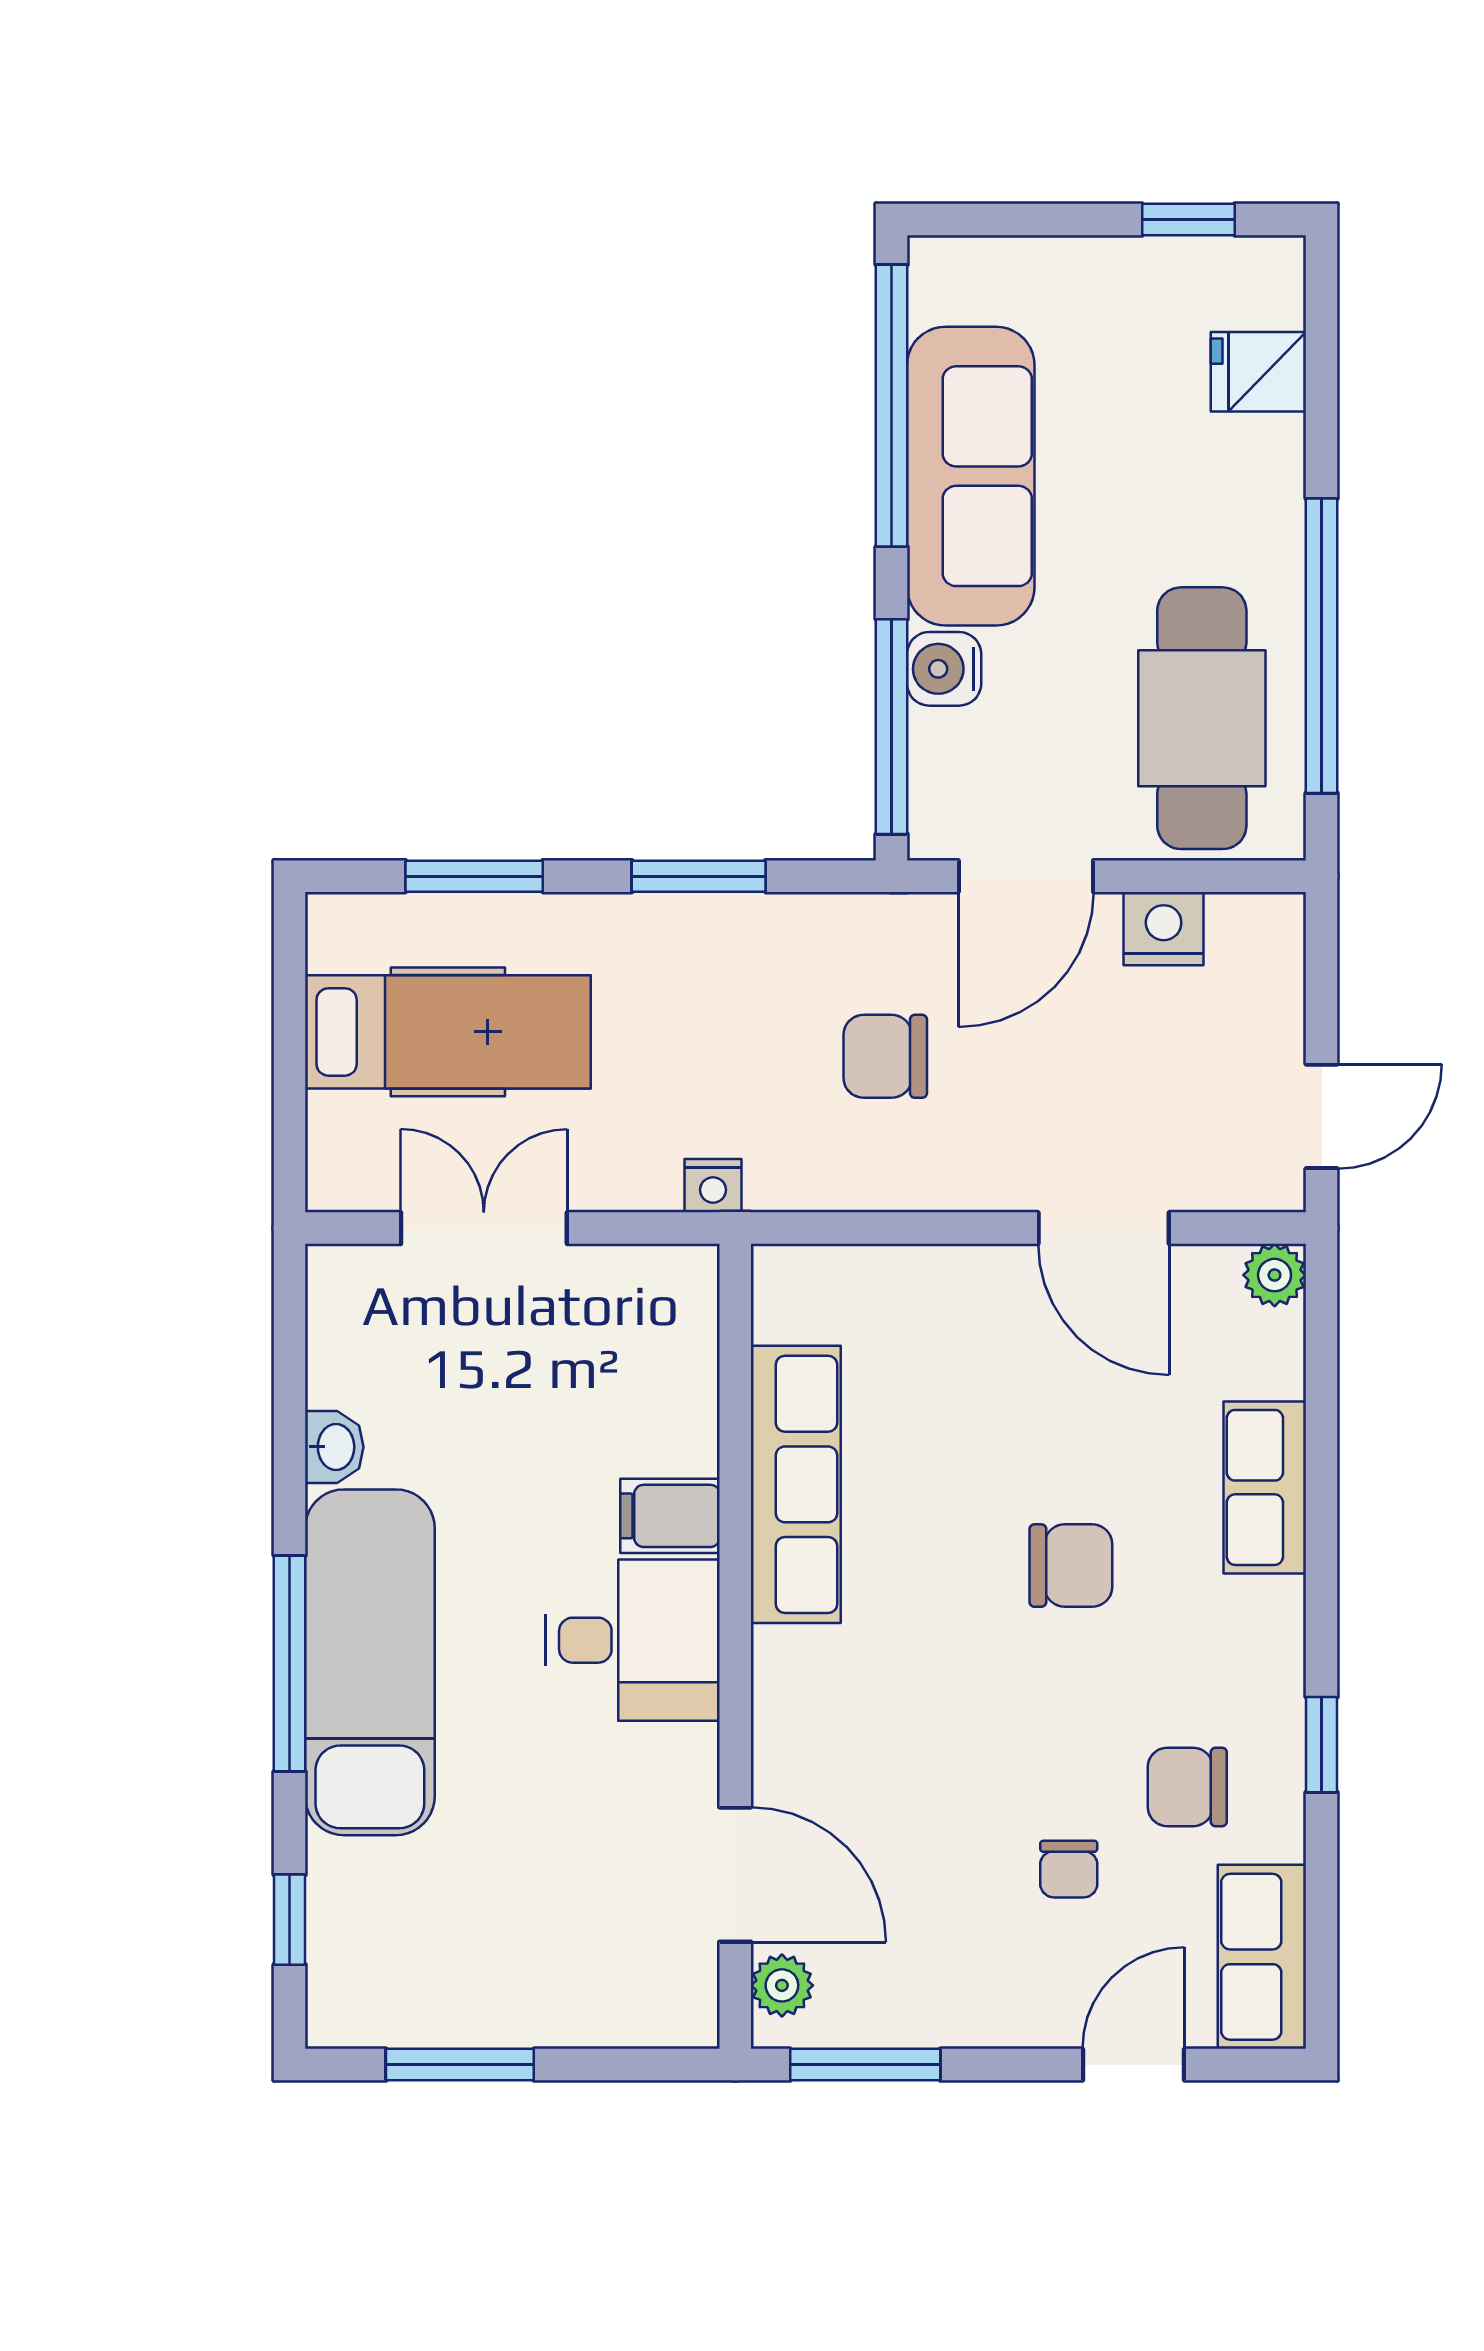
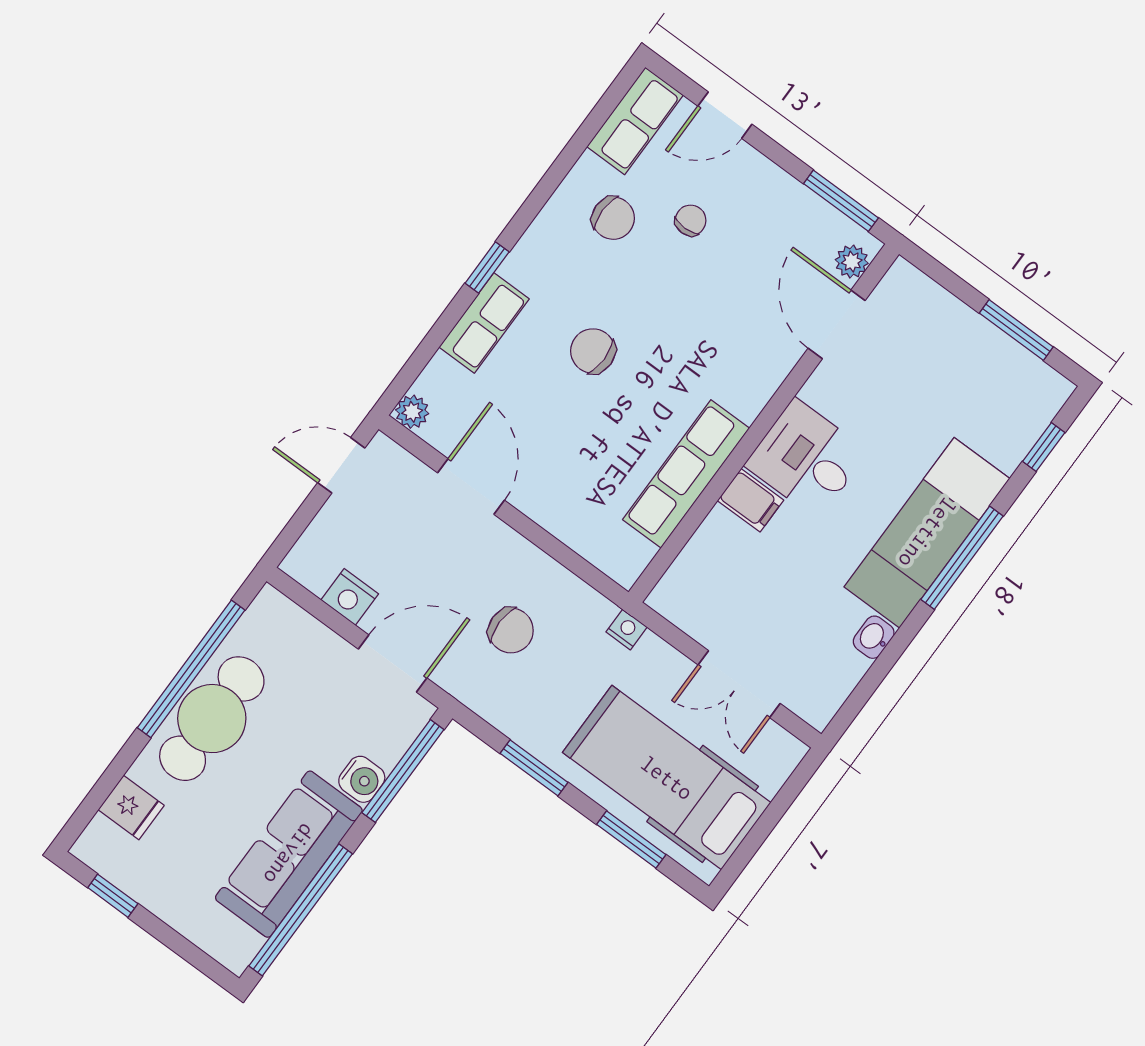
cafe table: (1202, 718) -> (212, 719), moved
hospital bed: (448, 1032) -> (667, 778), width x1.37, depth x1.29
window: (1322, 1745) -> (487, 268), moved

